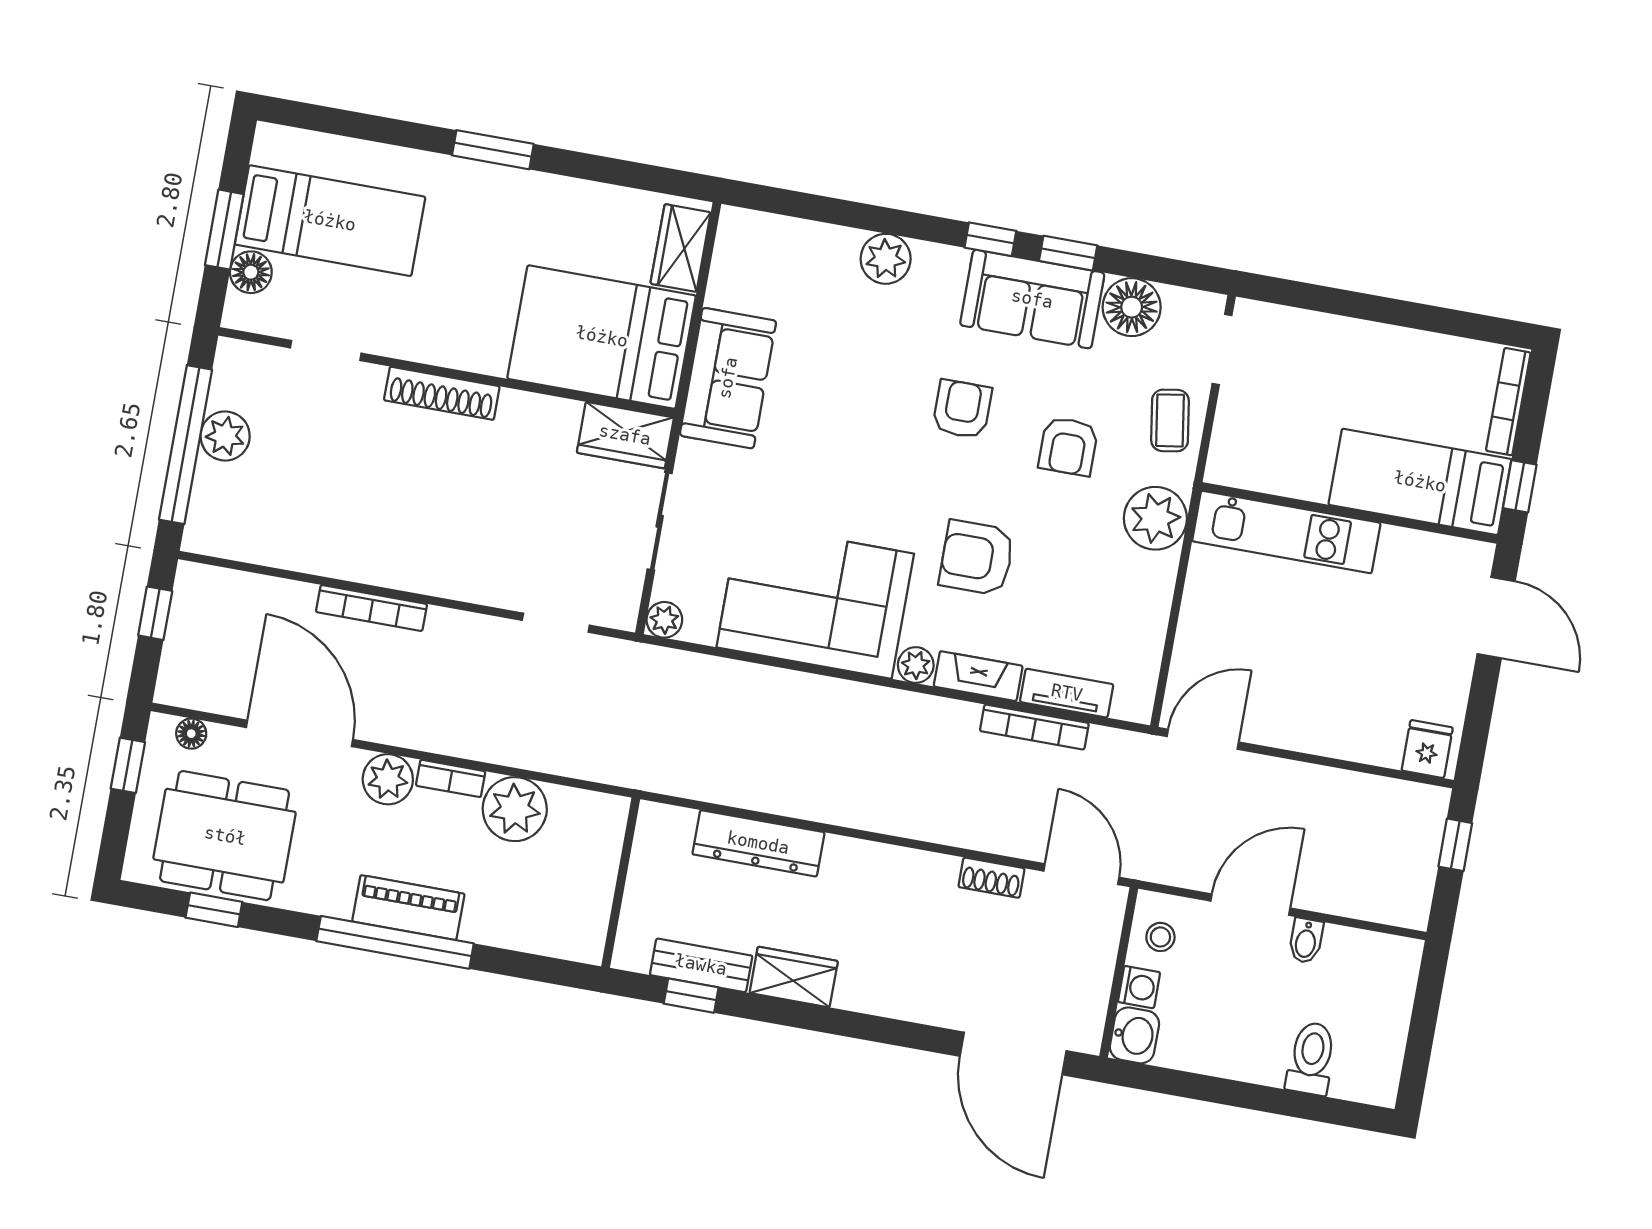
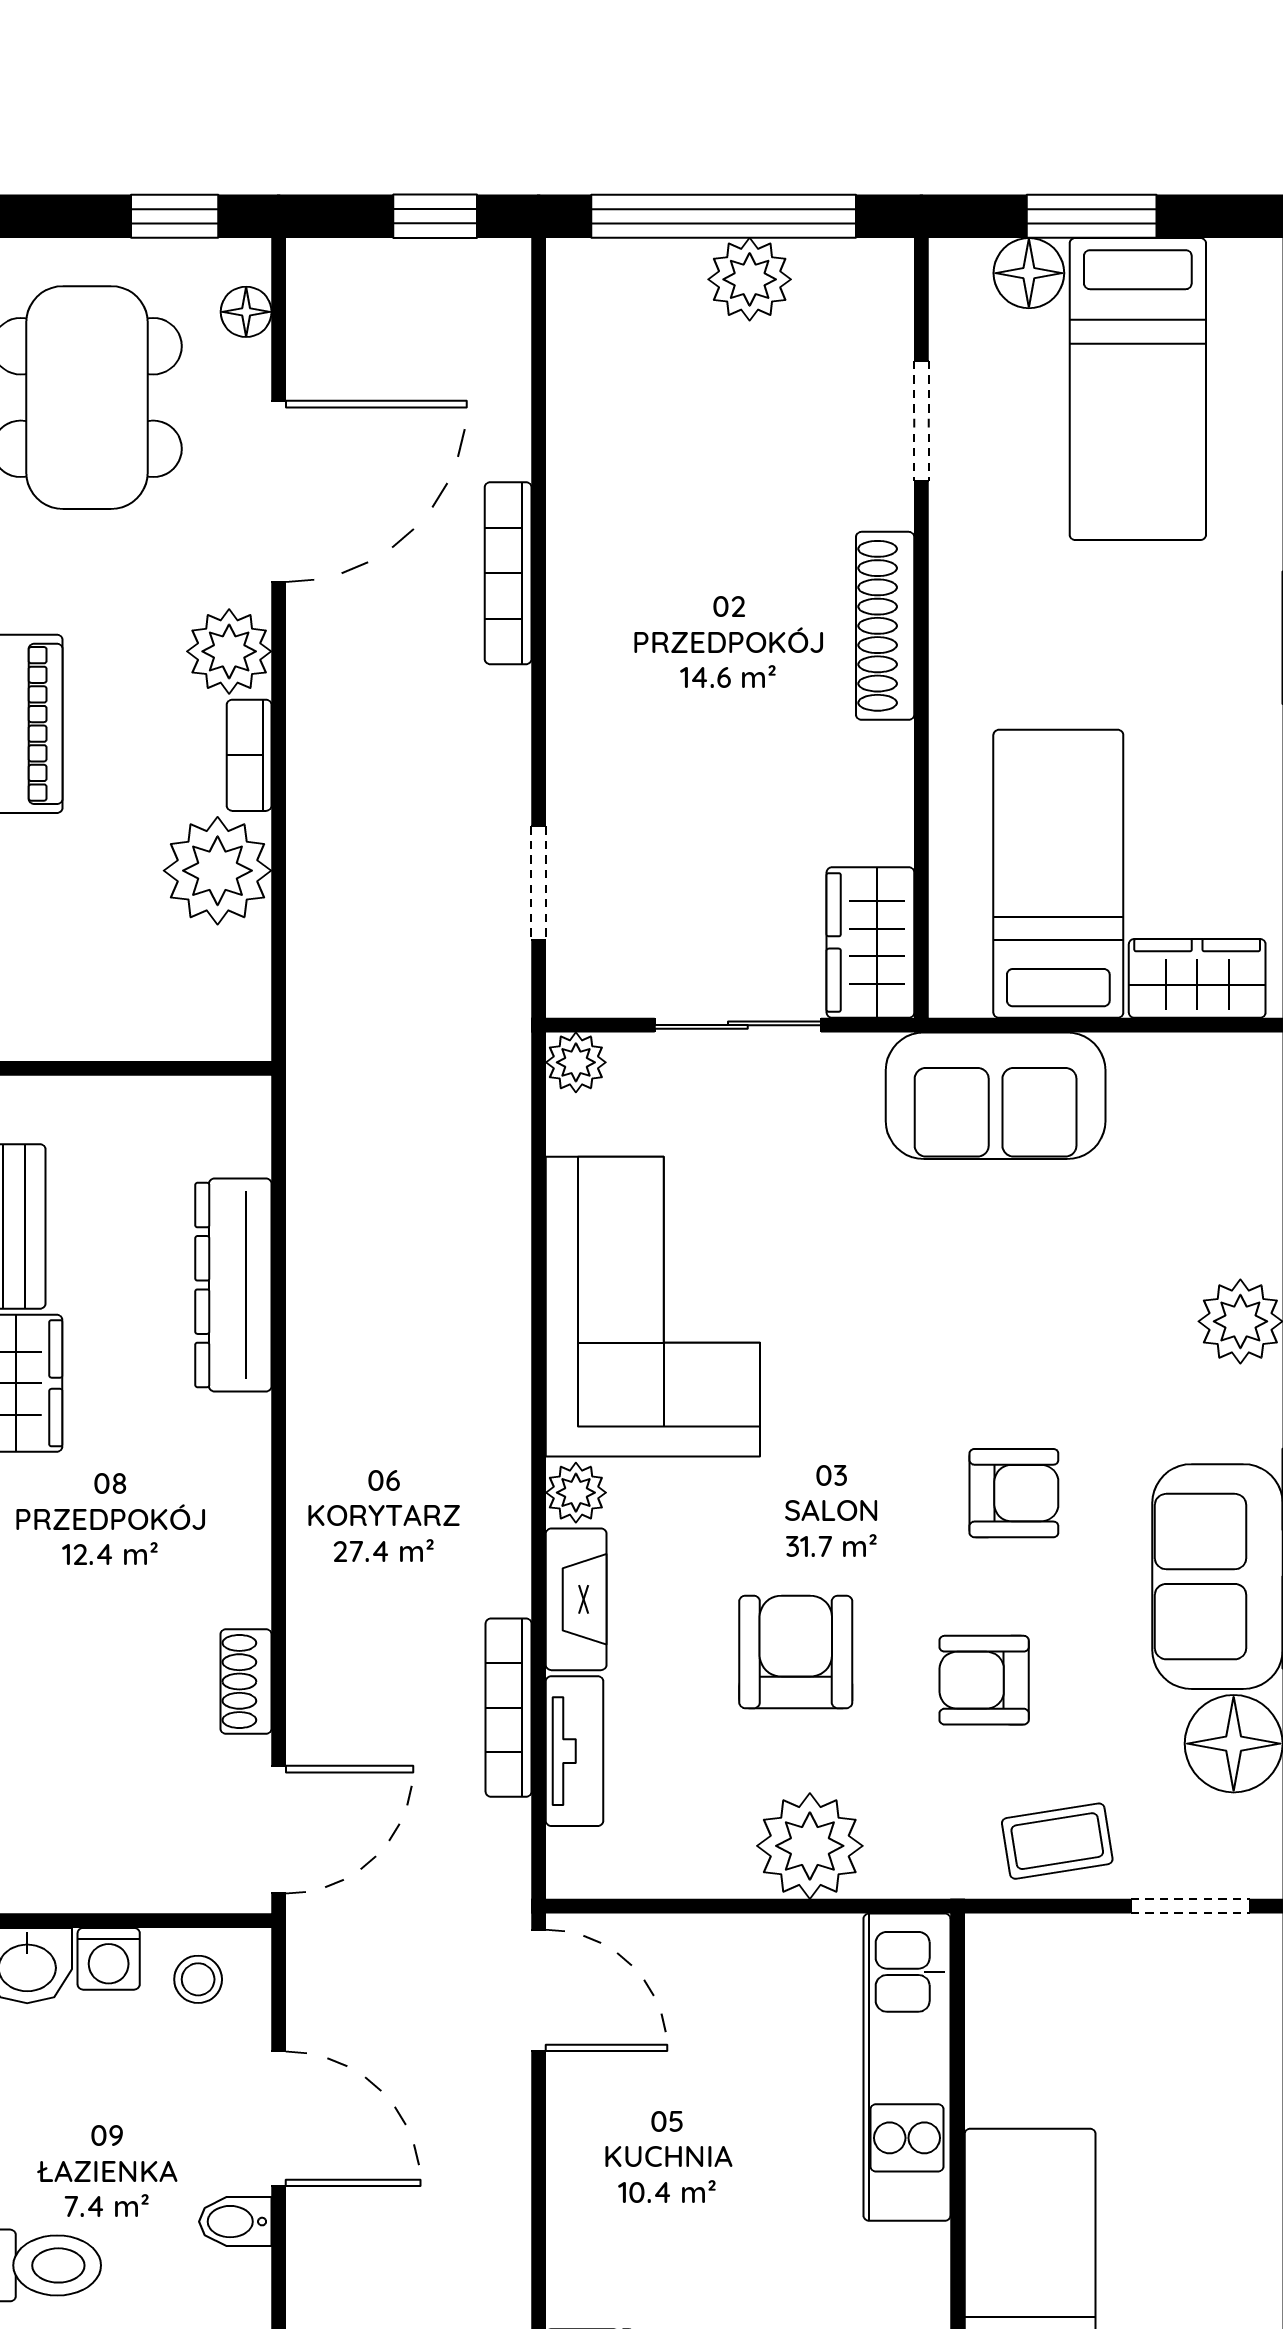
bed: (602, 337) -> (1058, 874), width x0.67
plant: (1155, 518) -> (810, 1846), moved
armchair: (977, 558) -> (796, 1652), moved

